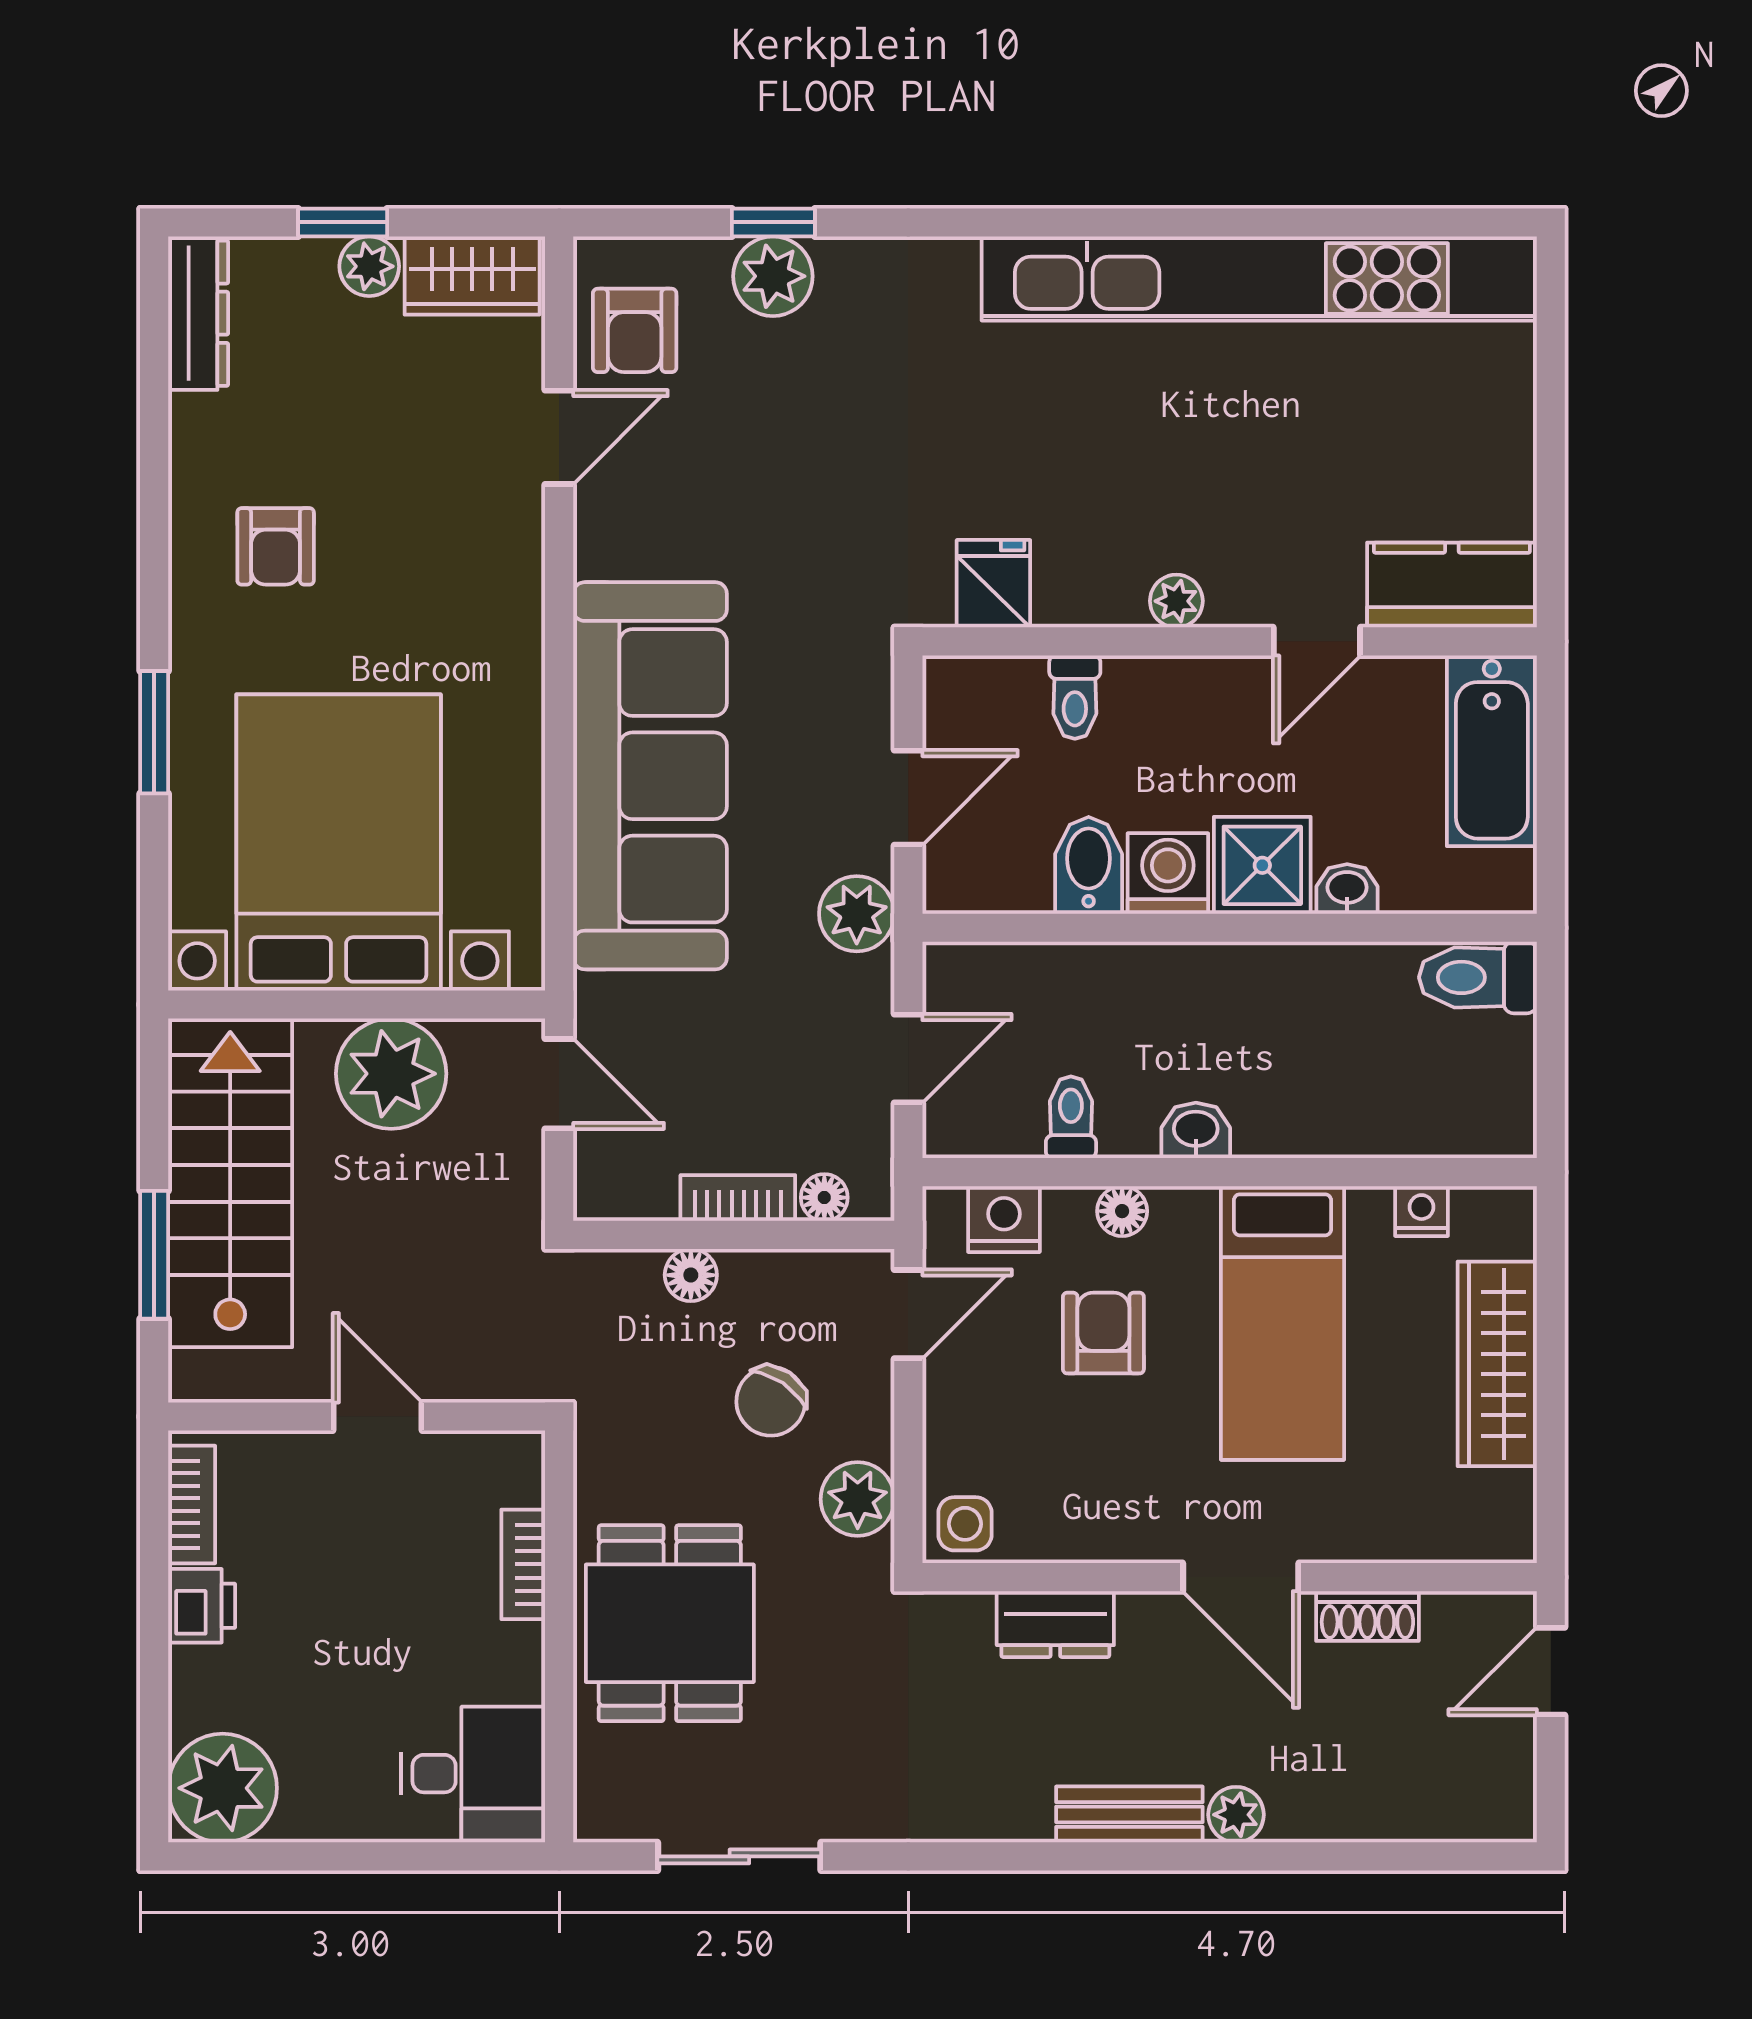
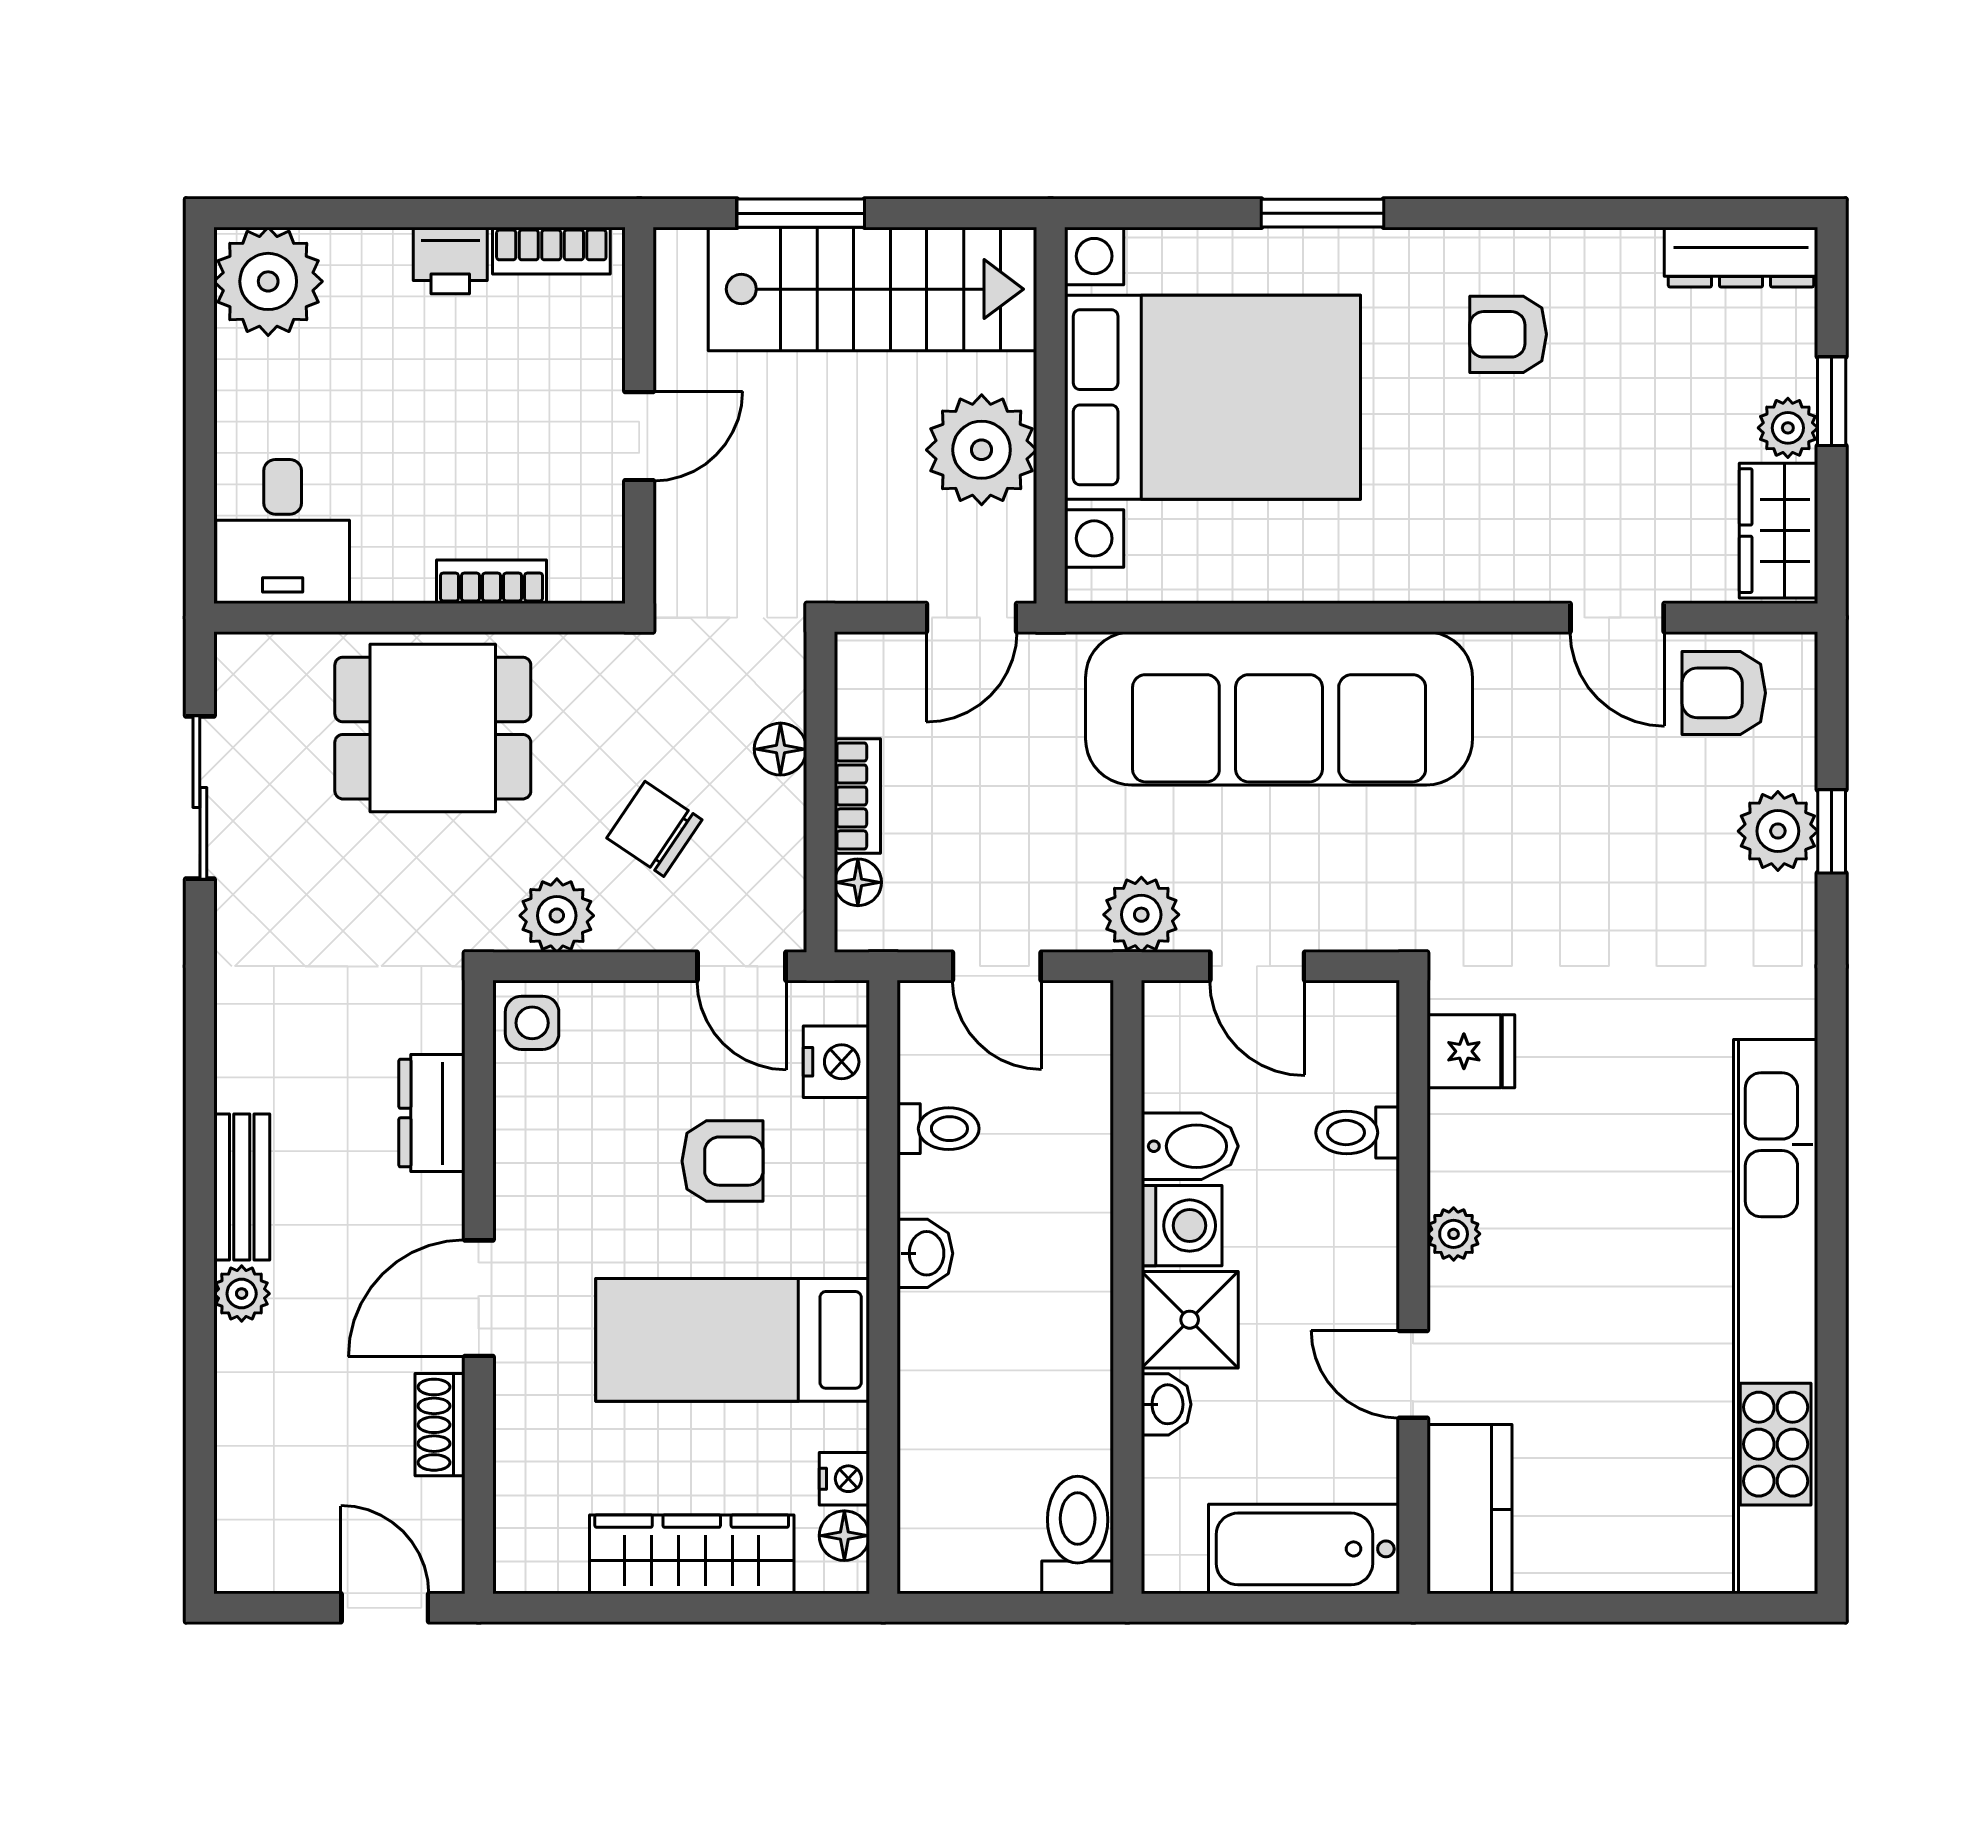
floor lamp: (1122, 1211) -> (844, 1536), moved

